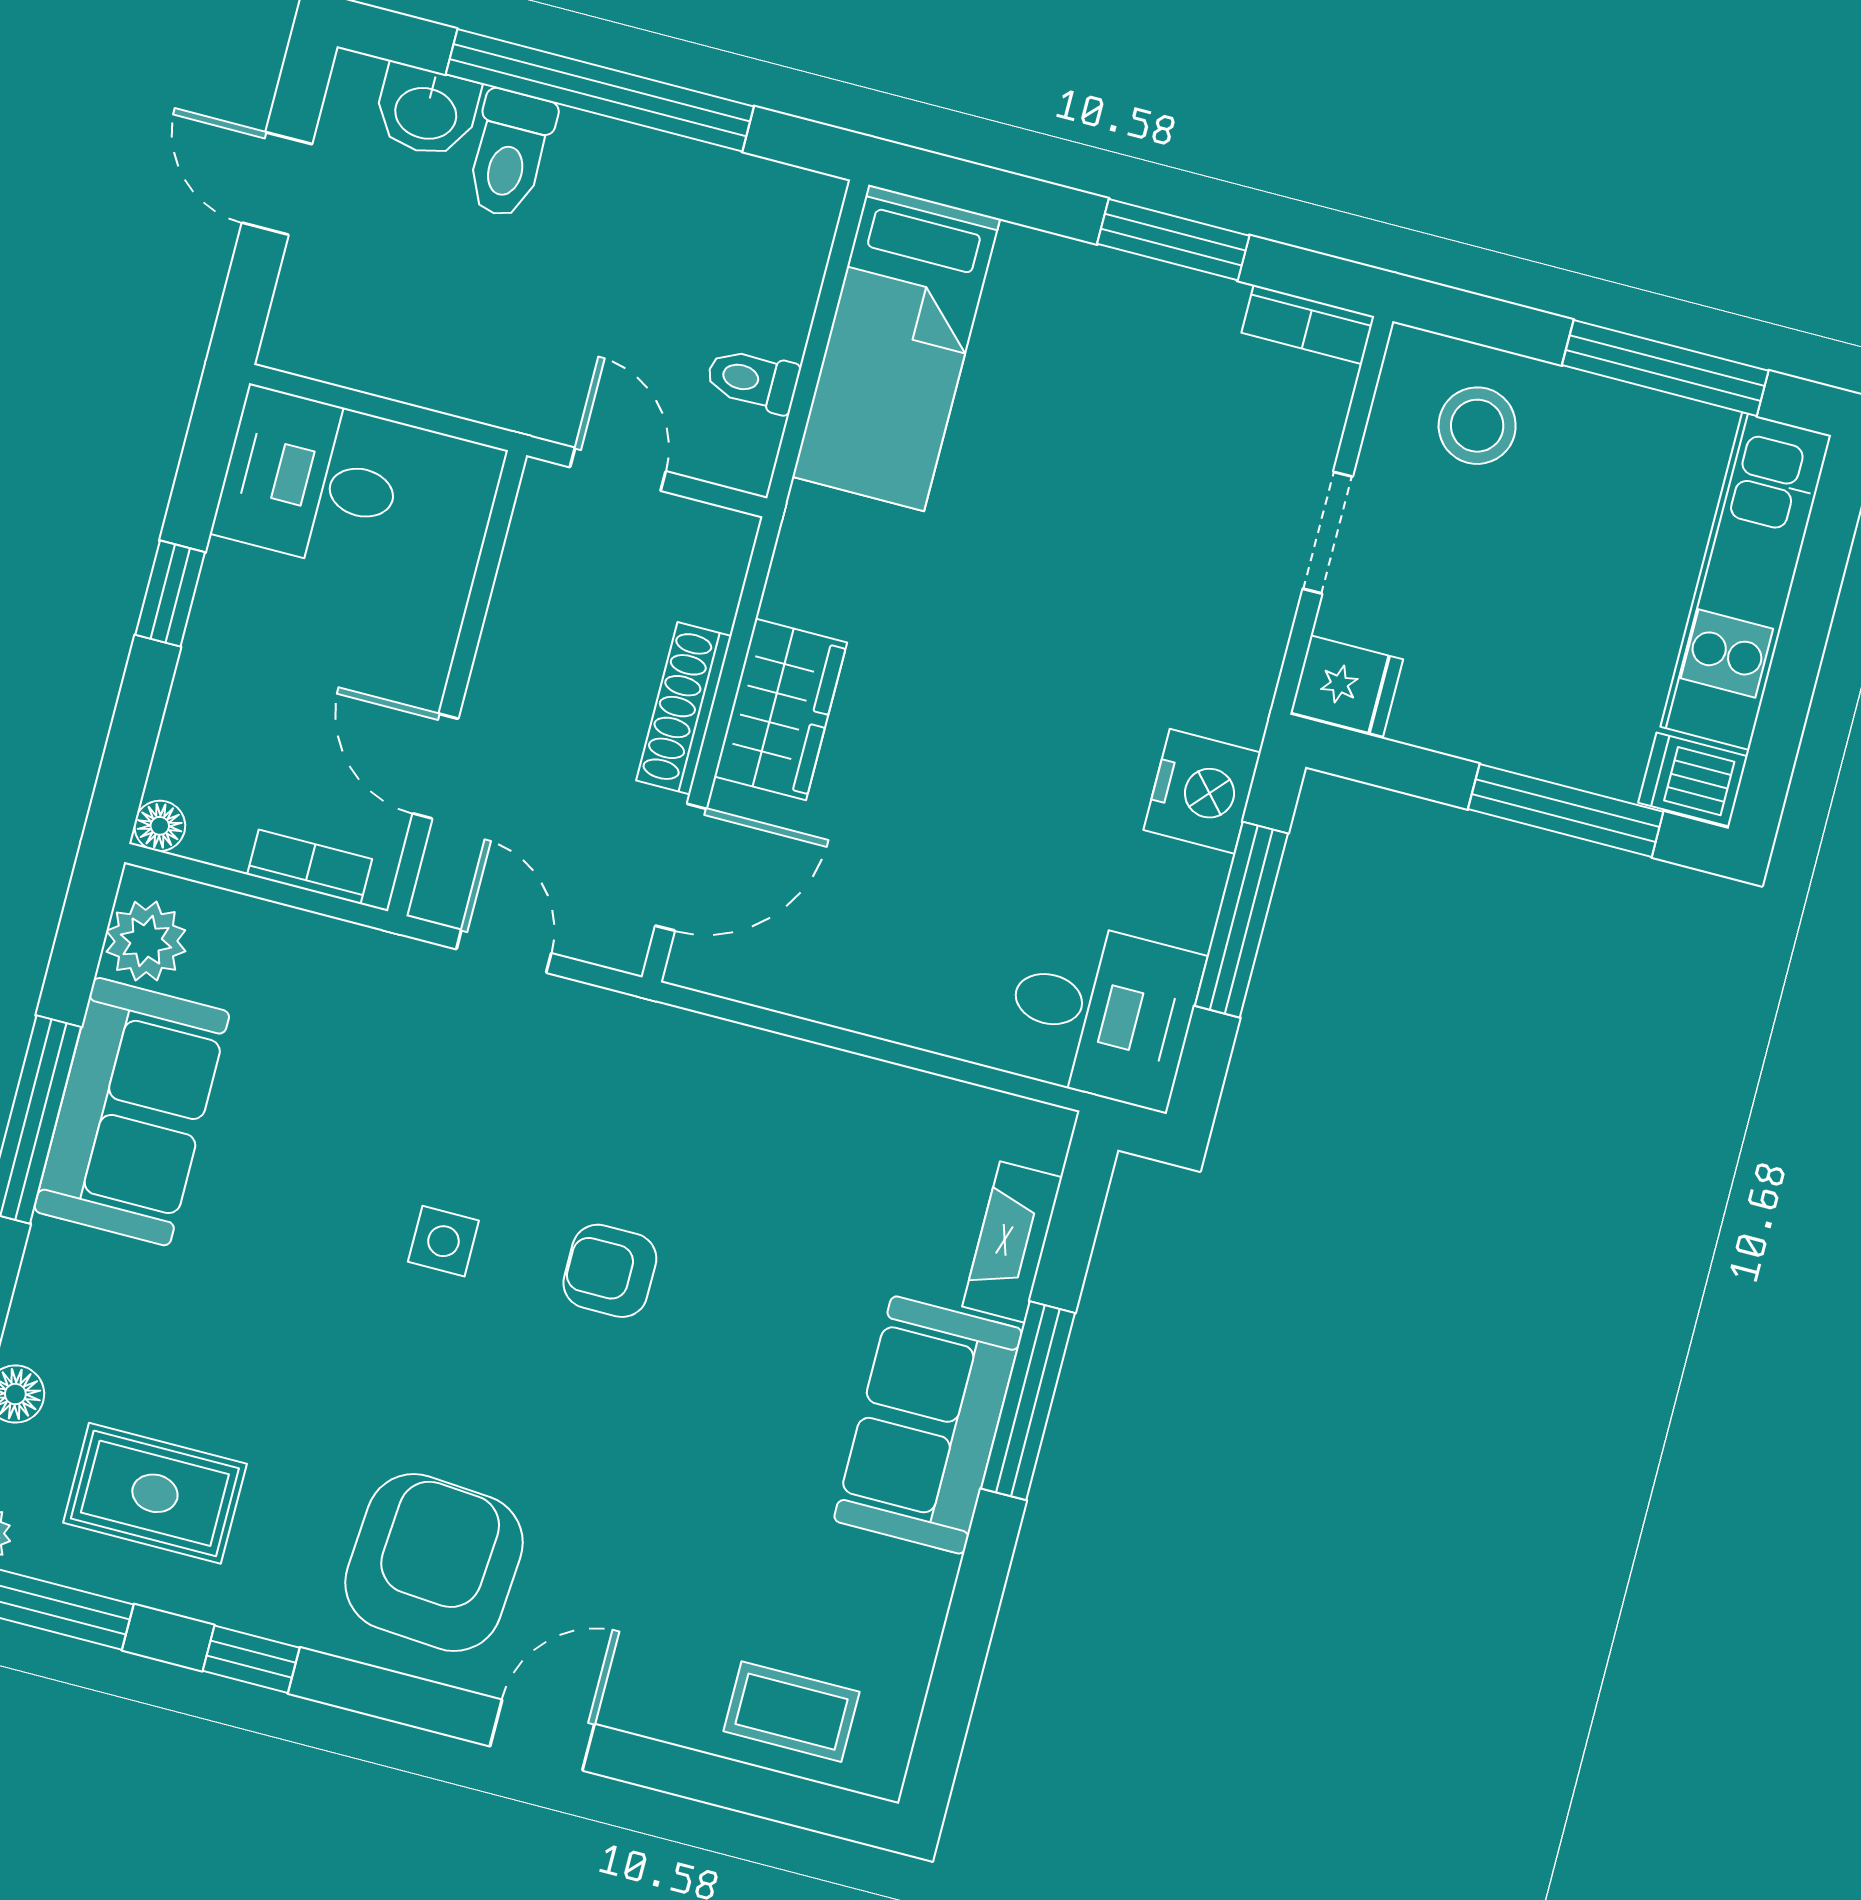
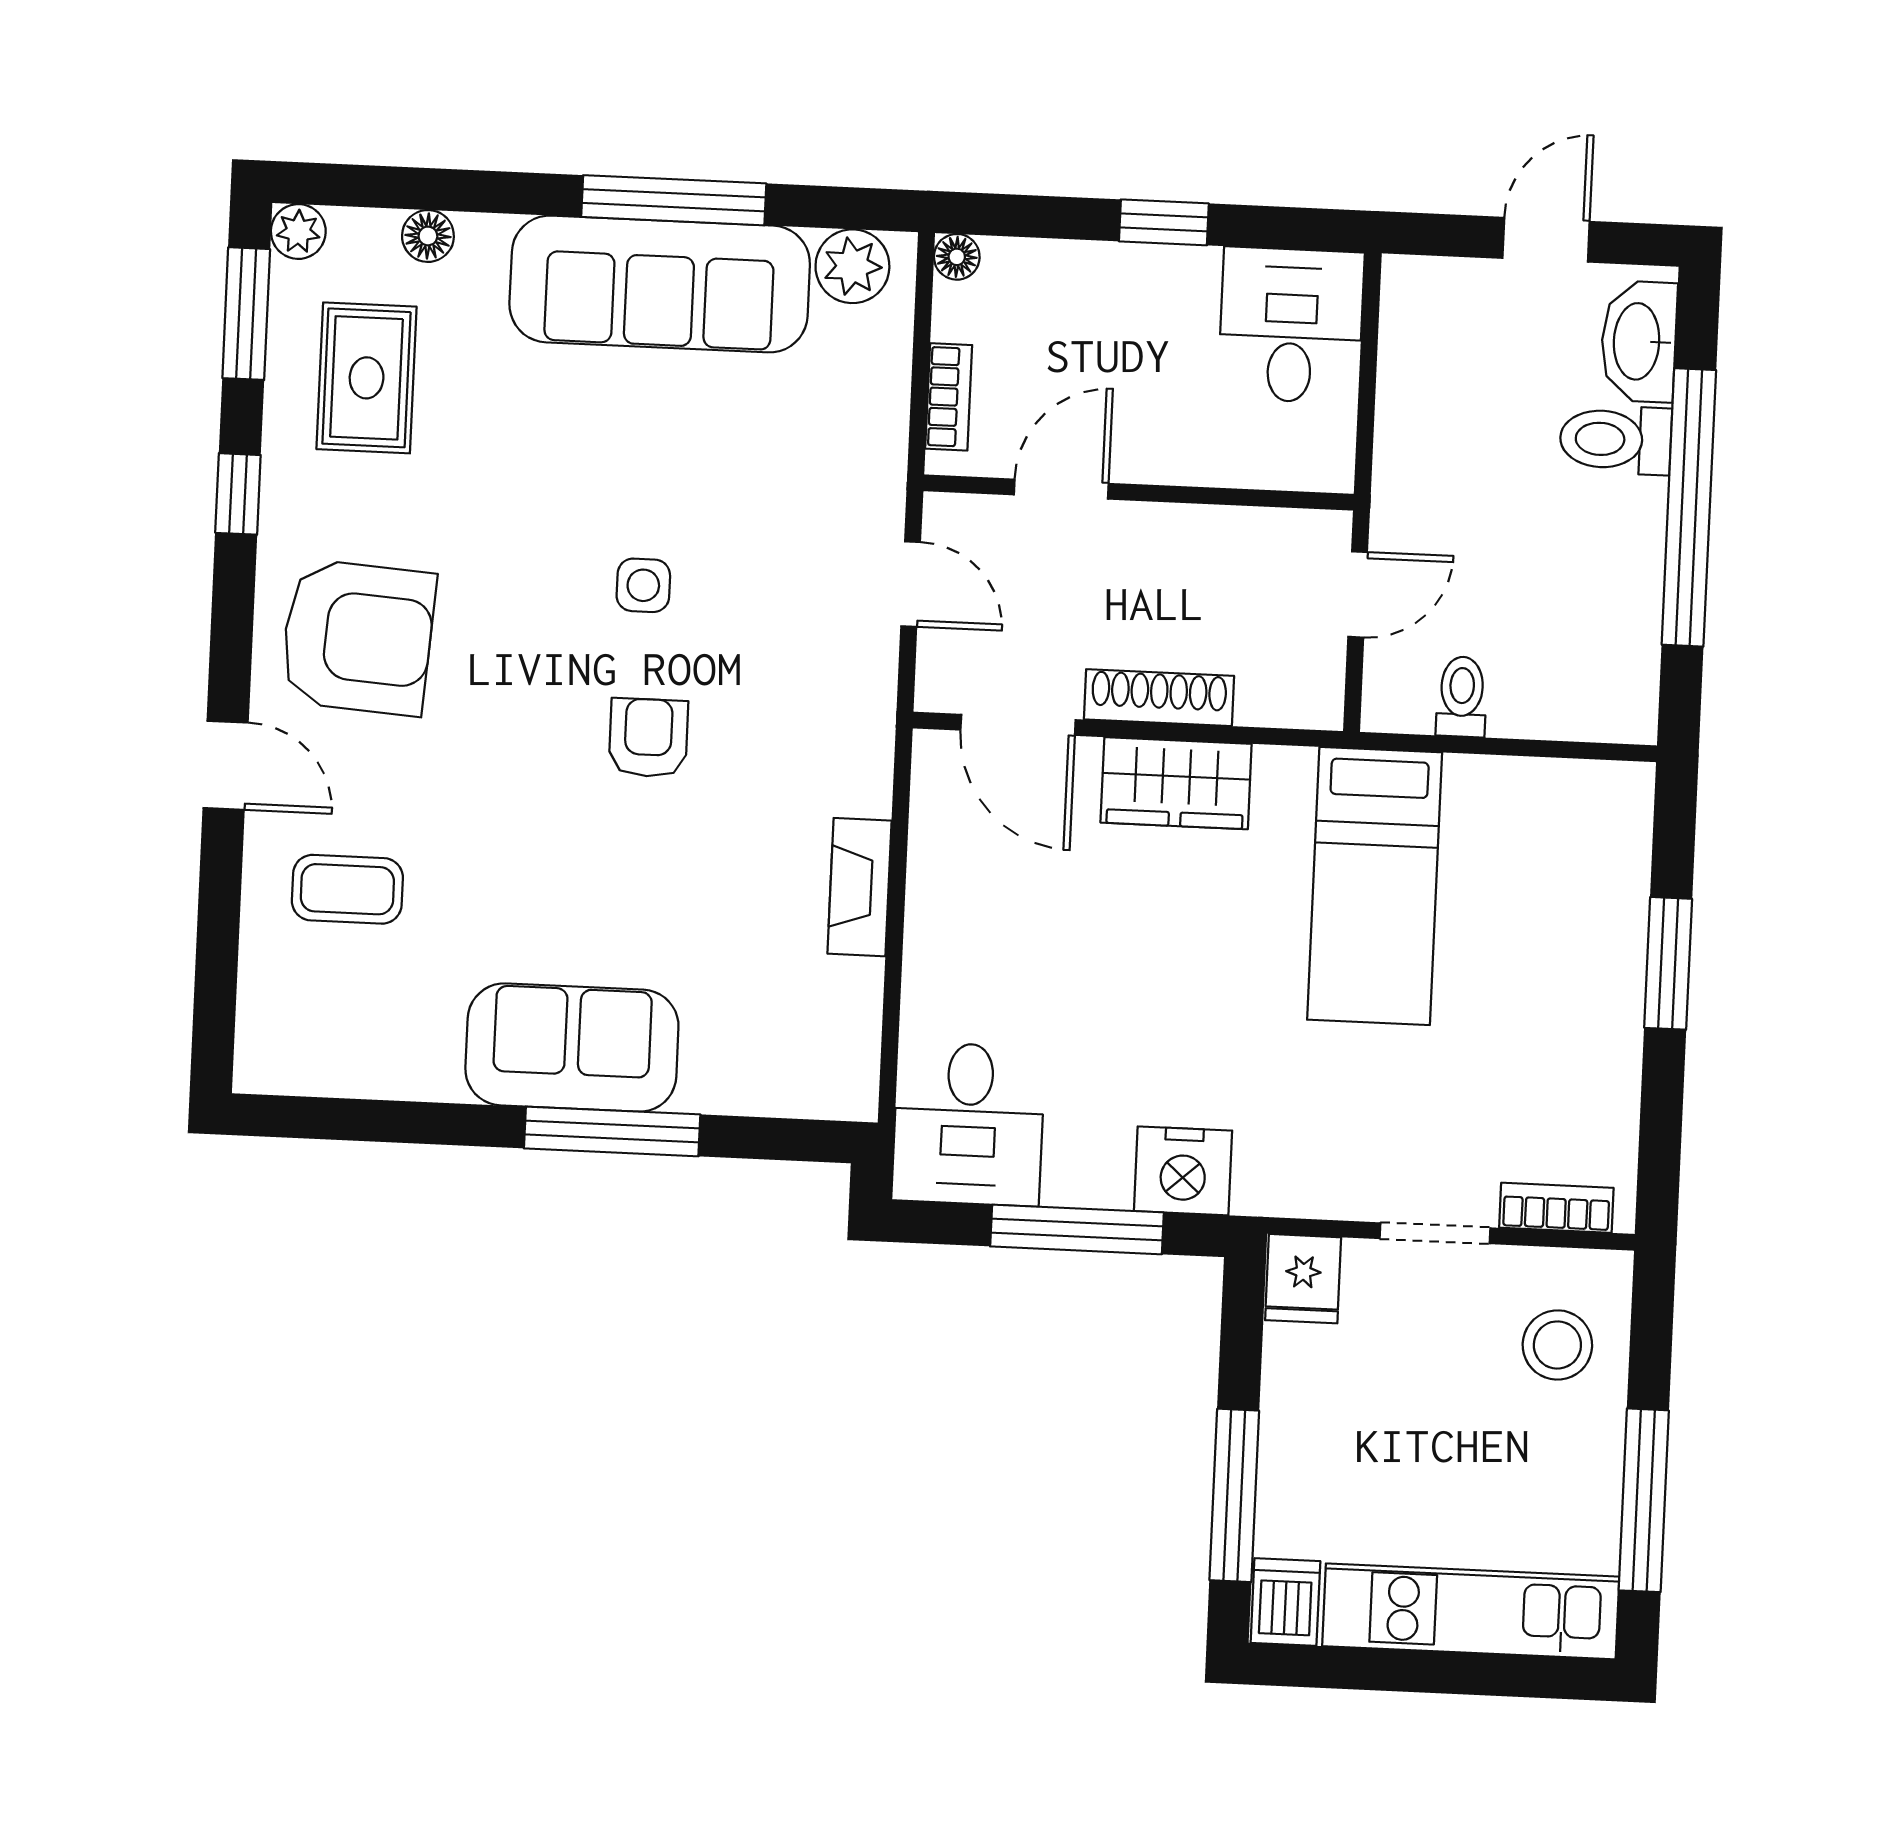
washbasin: (426, 111) -> (1639, 341), width x1.38
window: (1173, 240) -> (1668, 963), moved
bookcase: (1308, 325) -> (1556, 1208), moved, turned 90
bed: (896, 348) -> (1375, 886), moved, turned -90
door: (504, 951) -> (911, 584), hinge flipped
sofa: (132, 1112) -> (660, 284), width x1.36
fireplace: (1012, 1242) -> (859, 887), moved, turned -90
coffee table: (791, 1712) -> (347, 889), moved, turned 90

